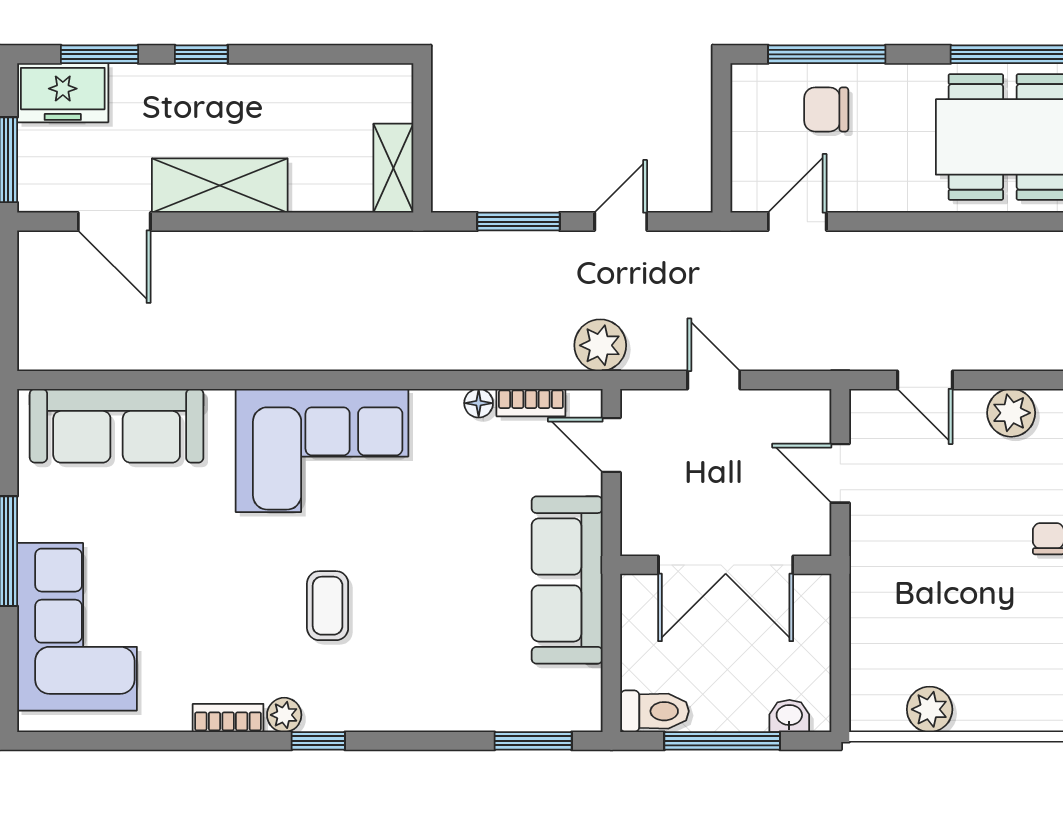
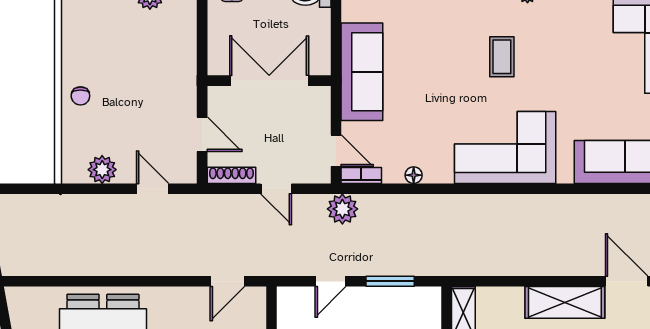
bookcase: (531, 403) -> (361, 175), moved
shoe rack: (790, 403) -> (231, 175), added

